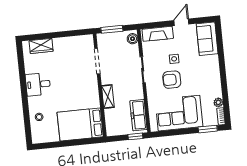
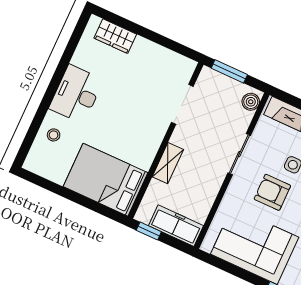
desk: (38, 84) -> (76, 94), width x1.37
freezer: (138, 115) -> (176, 226), moved, turned 90
window: (135, 136) -> (149, 231), moved

